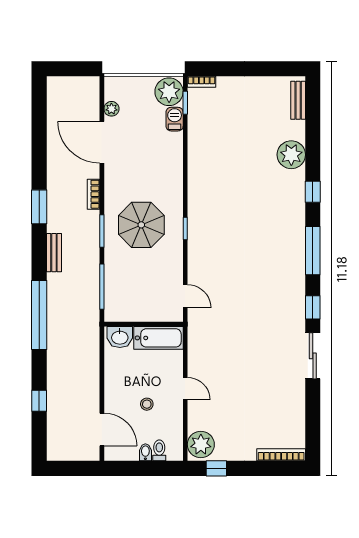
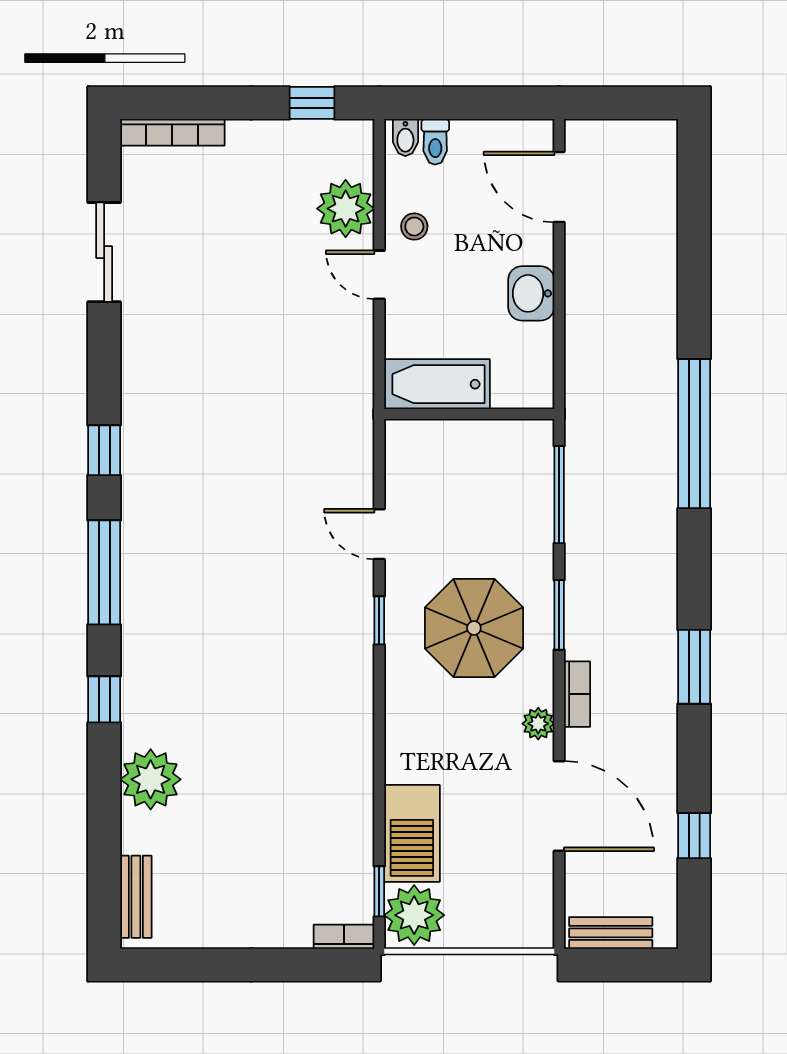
plant: (111, 109) -> (538, 724), moved
barbecue: (175, 119) -> (412, 833), width x1.88, depth x1.53
bench: (54, 253) -> (611, 933), moved, turned 90
door: (185, 296) -> (379, 534), moved
washbasin: (120, 337) -> (531, 293), moved, turned -90
sliding door: (313, 356) -> (104, 252), moved
window: (39, 401) -> (694, 836), moved
stool: (147, 404) -> (414, 227), moved
plant: (201, 444) -> (346, 209), moved
bidet: (145, 452) -> (405, 138), moved

